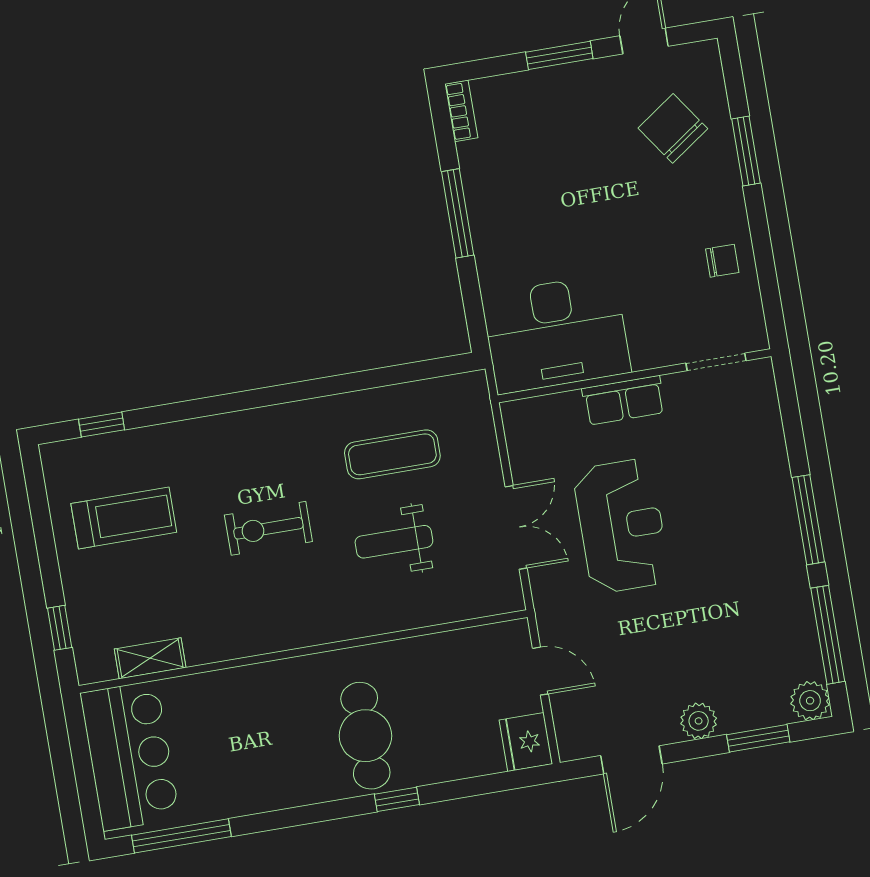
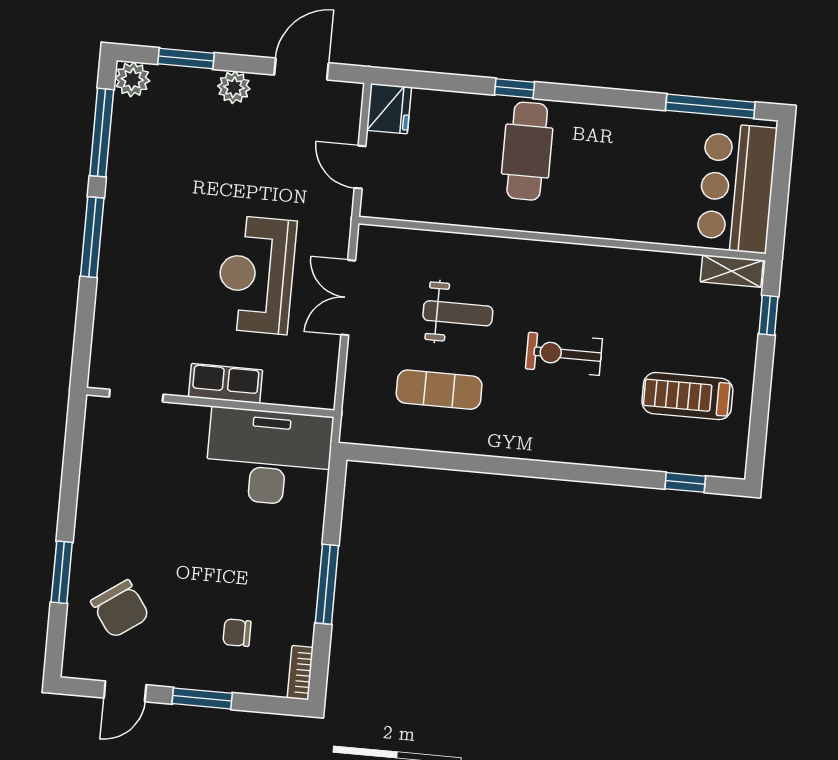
chair: (722, 261) -> (237, 633), moved
exercise bike: (268, 528) -> (564, 354), turned 180
shelving: (150, 658) -> (732, 271), moved

